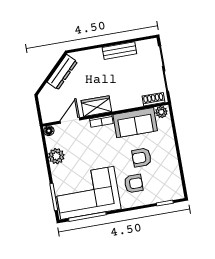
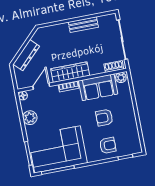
dresser: (62, 72) -> (26, 55), moved
wardrobe: (96, 106) -> (70, 72), width x1.50
armchair: (134, 184) -> (108, 145), moved

